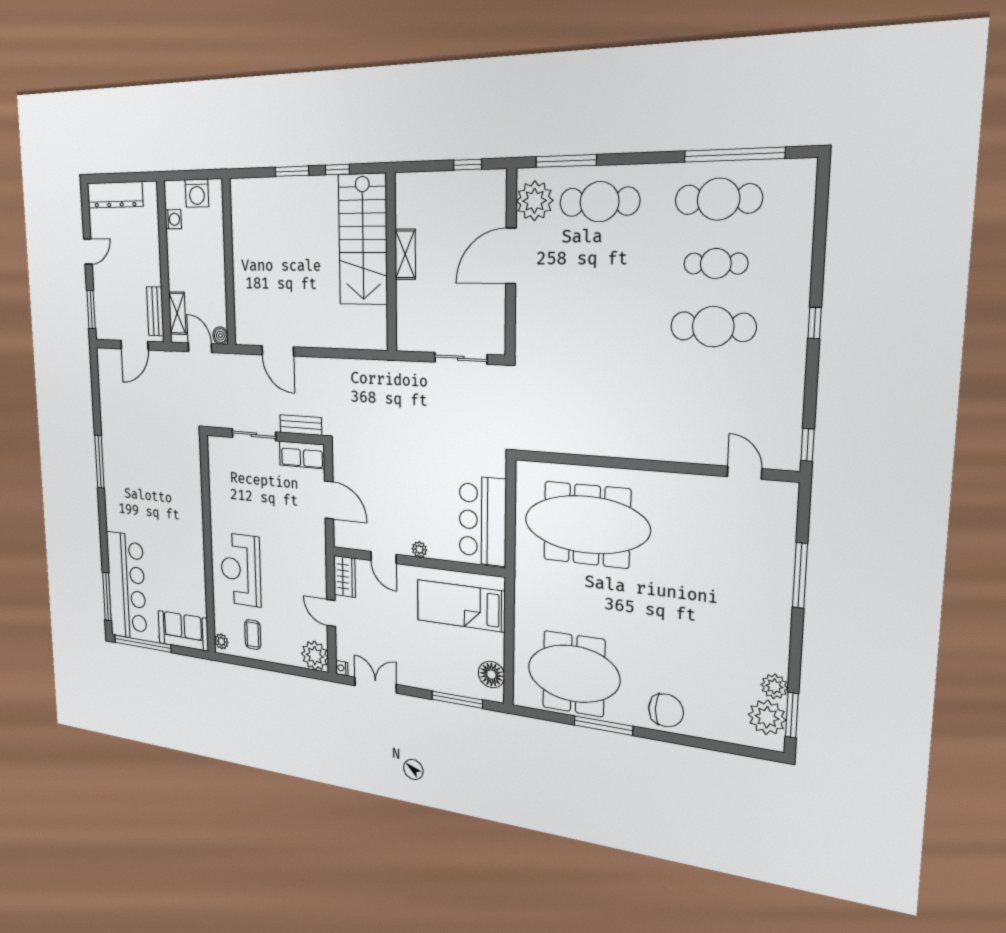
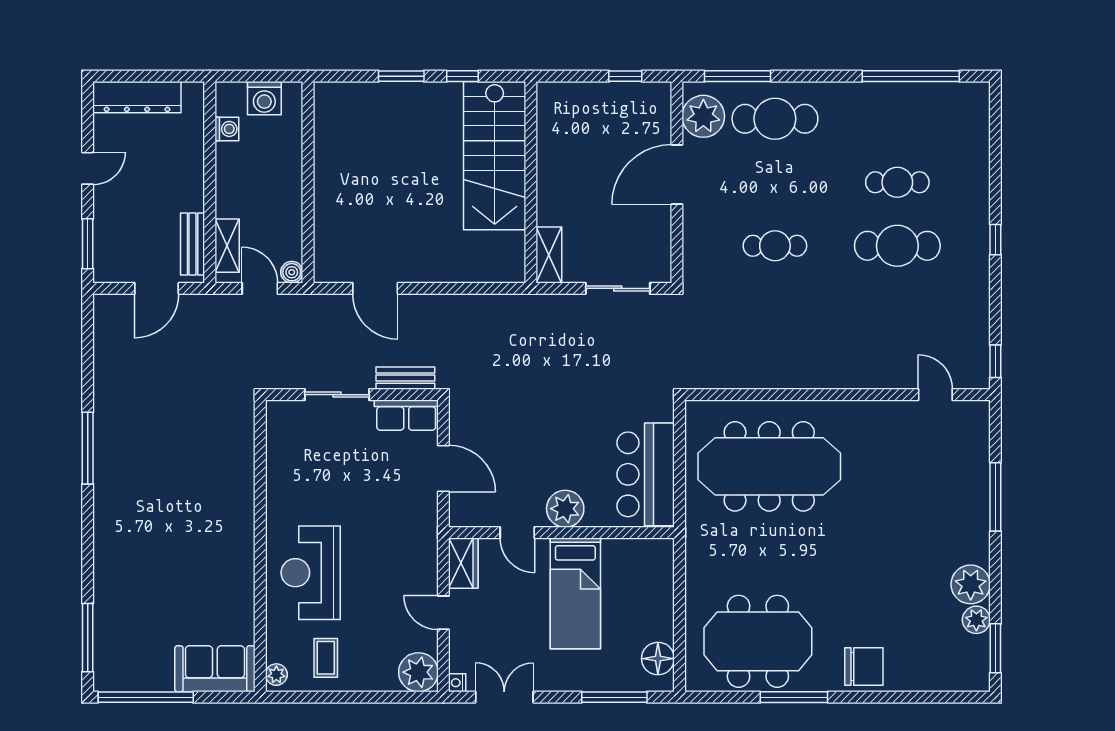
cafe table: (718, 199) -> (775, 246), moved, width x0.73, depth x0.74
shelving: (405, 254) -> (549, 255), moved
plant: (419, 549) -> (565, 509), width x1.88, depth x1.88
bar counter: (127, 586) -> (123, 618), removed
bed: (461, 606) -> (575, 593), moved, turned -90
plant: (767, 717) -> (971, 584), moved

